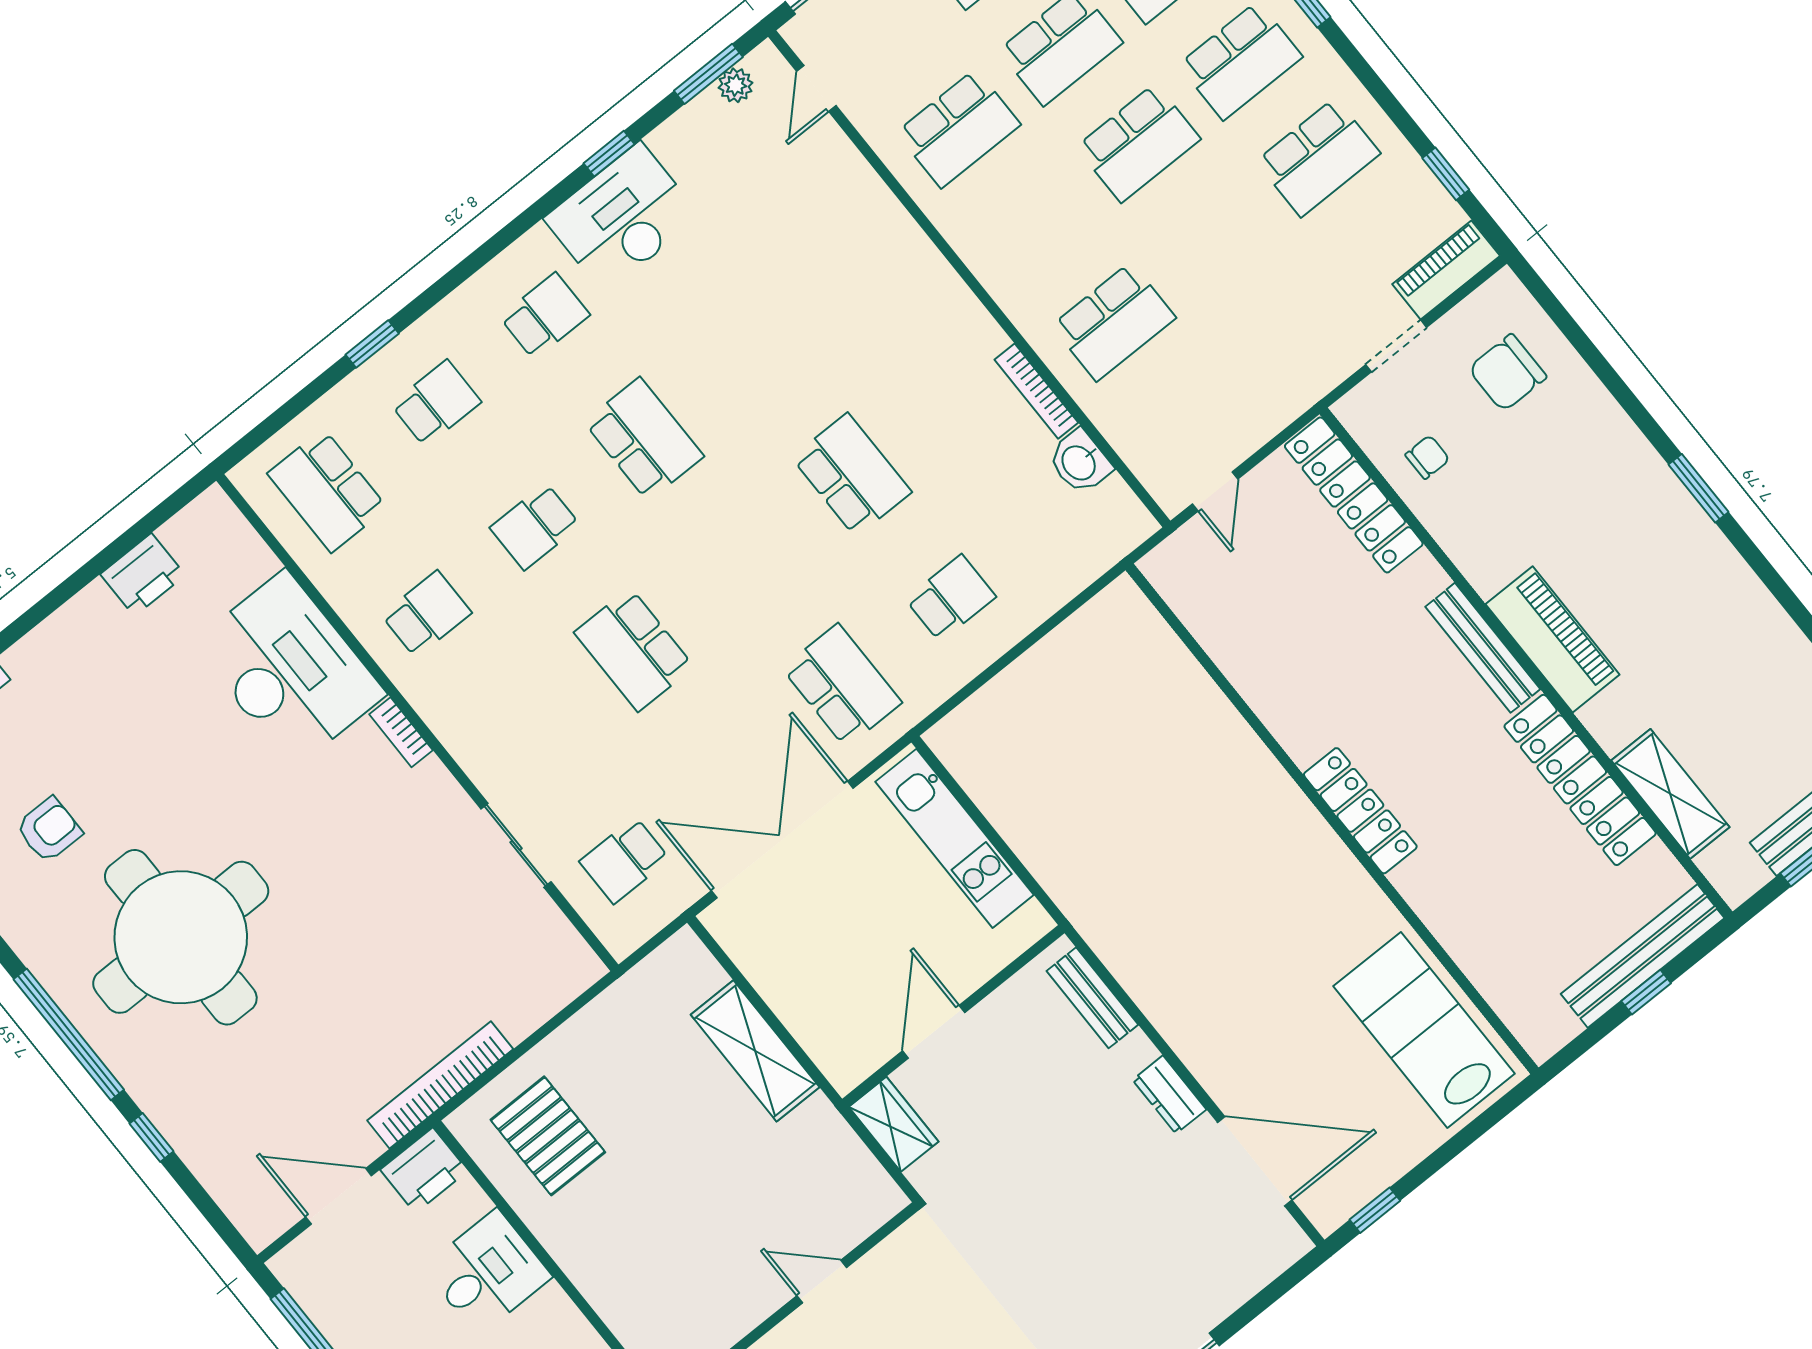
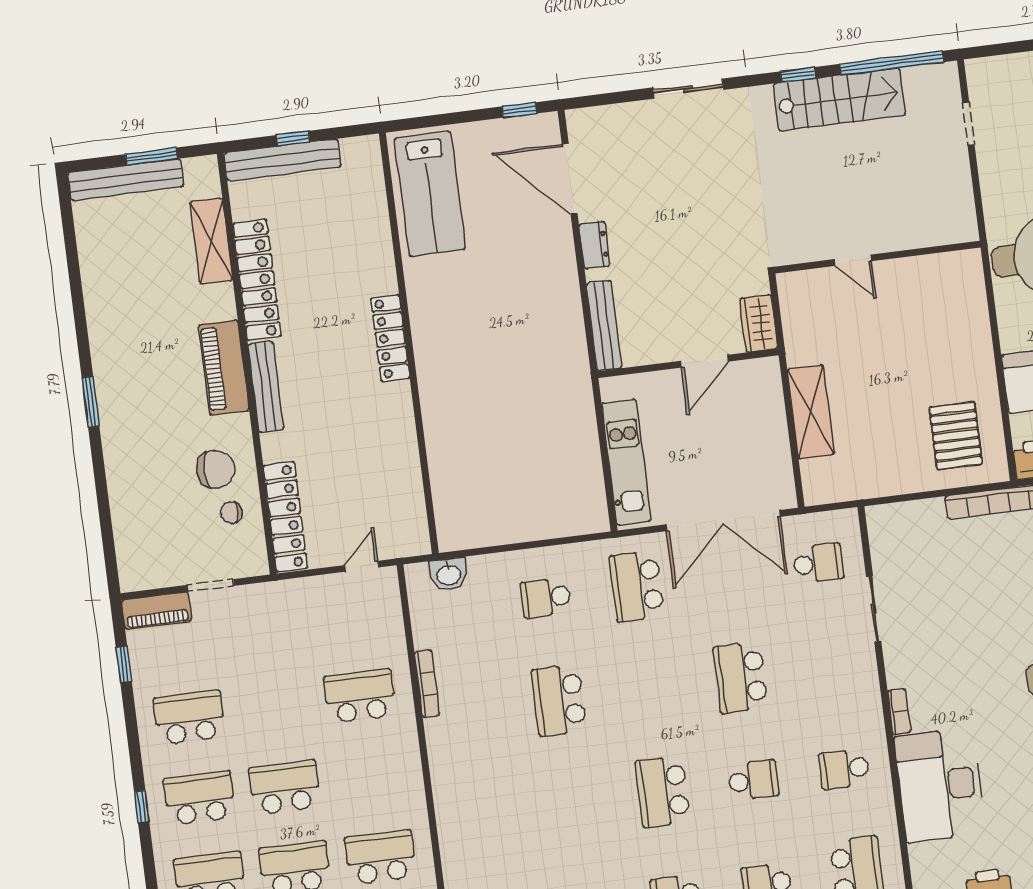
chair: (1507, 373) -> (216, 469), moved
washbasin: (1080, 462) -> (449, 574), moved, turned 90
school desk: (634, 650) -> (740, 678), turned 180
bench: (1092, 998) -> (604, 326), width x1.36

